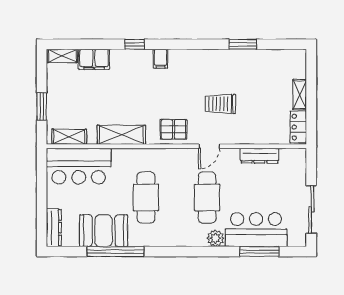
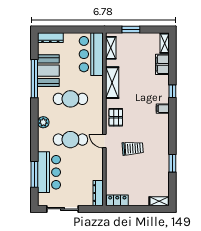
shelving: (300, 95) -> (159, 201), moved
trolley: (220, 104) -> (133, 148), turned 86
dresser: (260, 156) -> (98, 193), moved
plant: (215, 238) -> (43, 122), moved

